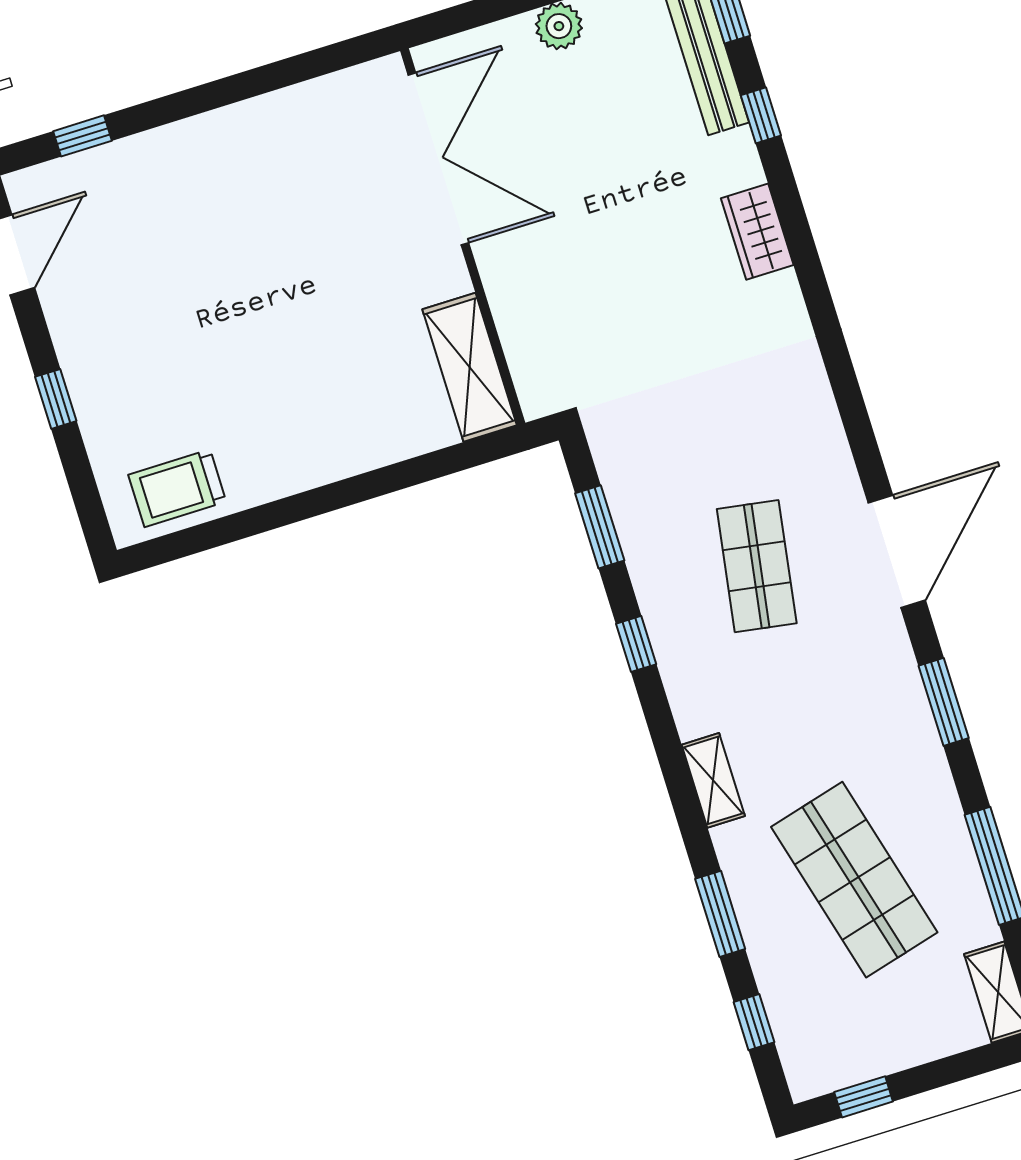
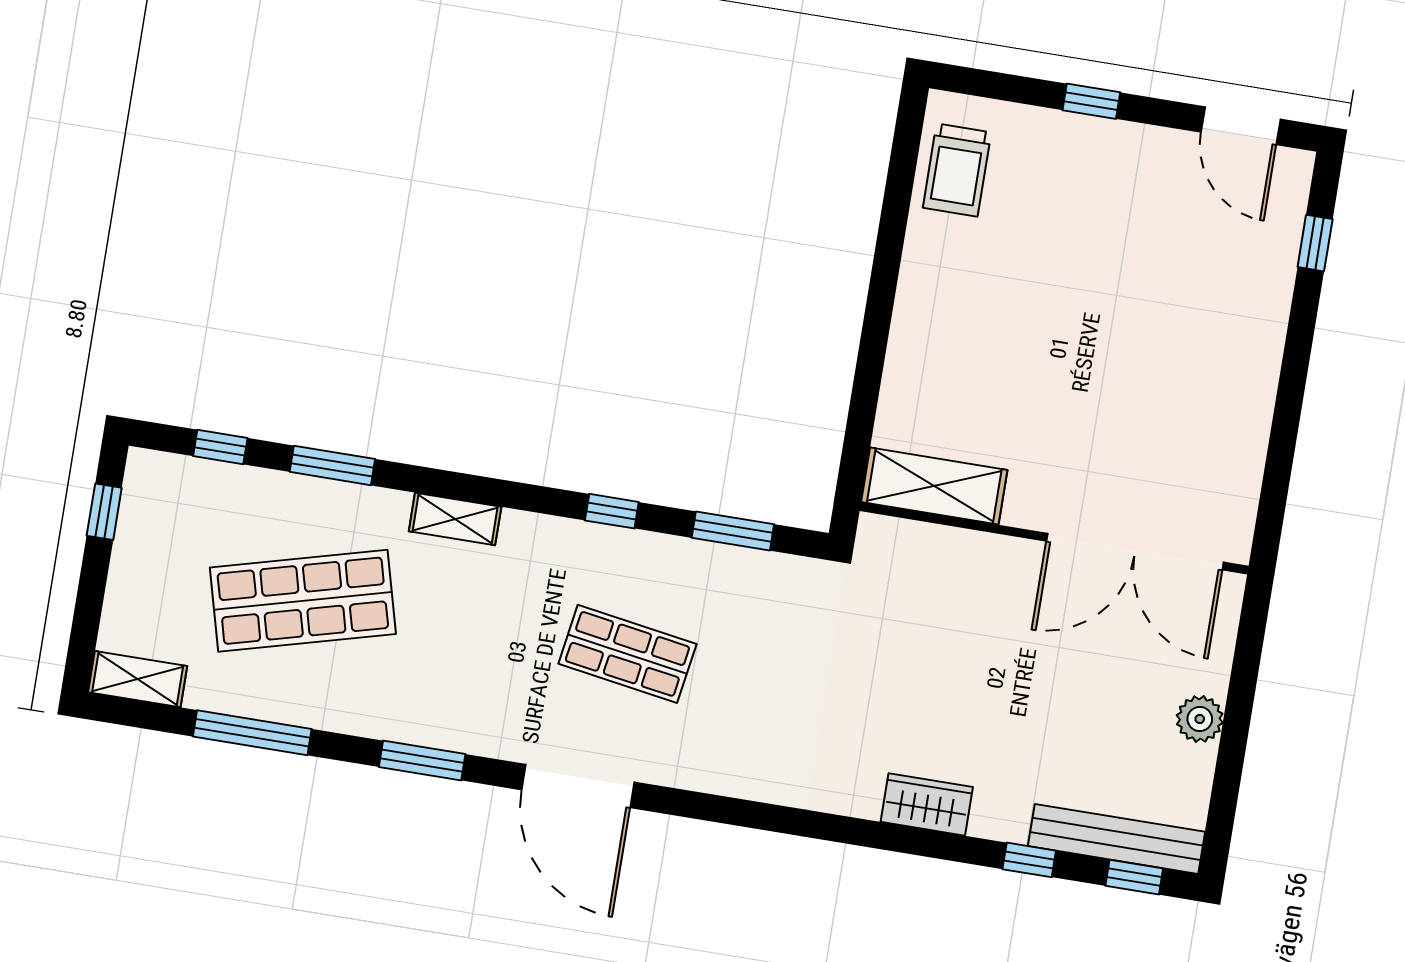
trolley: (177, 488) -> (957, 170), turned 180

